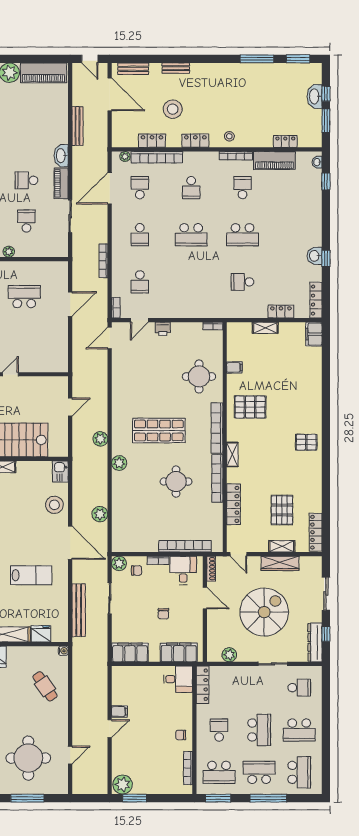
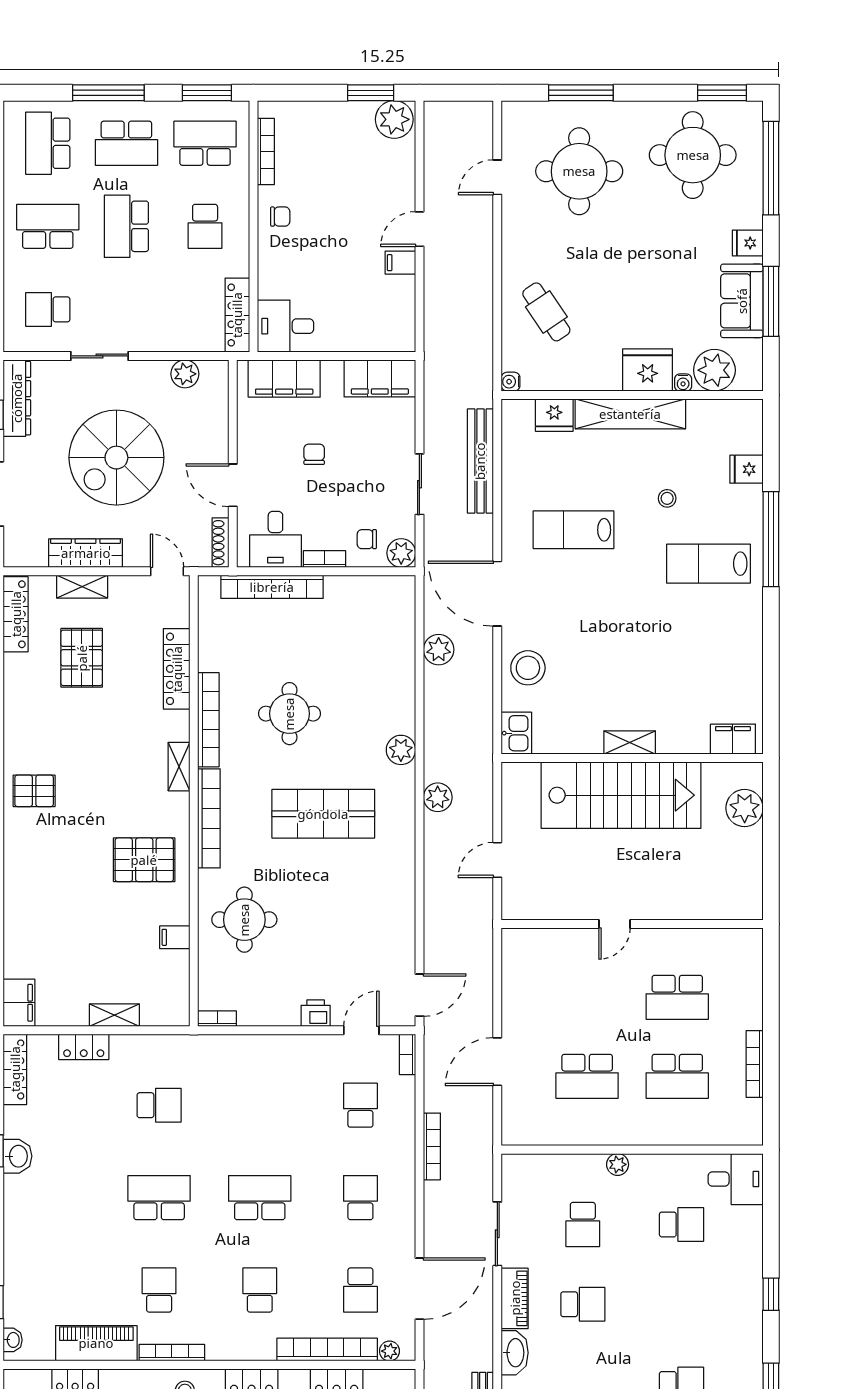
school desk: (242, 188) -> (159, 1290), turned 180

